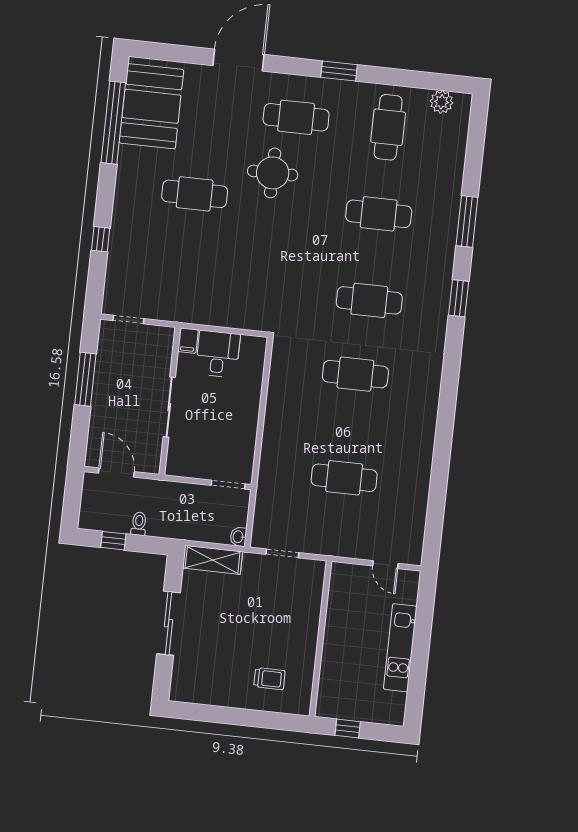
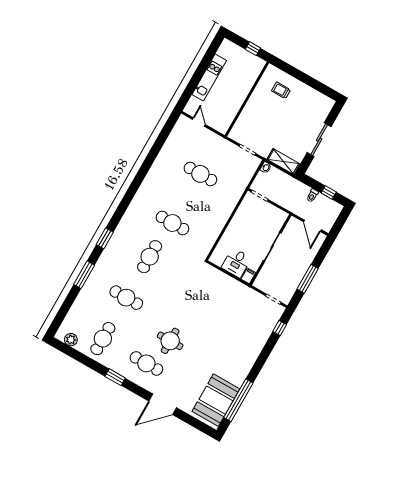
cafe table: (195, 194) -> (213, 347), removed
window: (101, 239) -> (280, 328), moved
cafe table: (369, 300) -> (150, 257), turned 90

